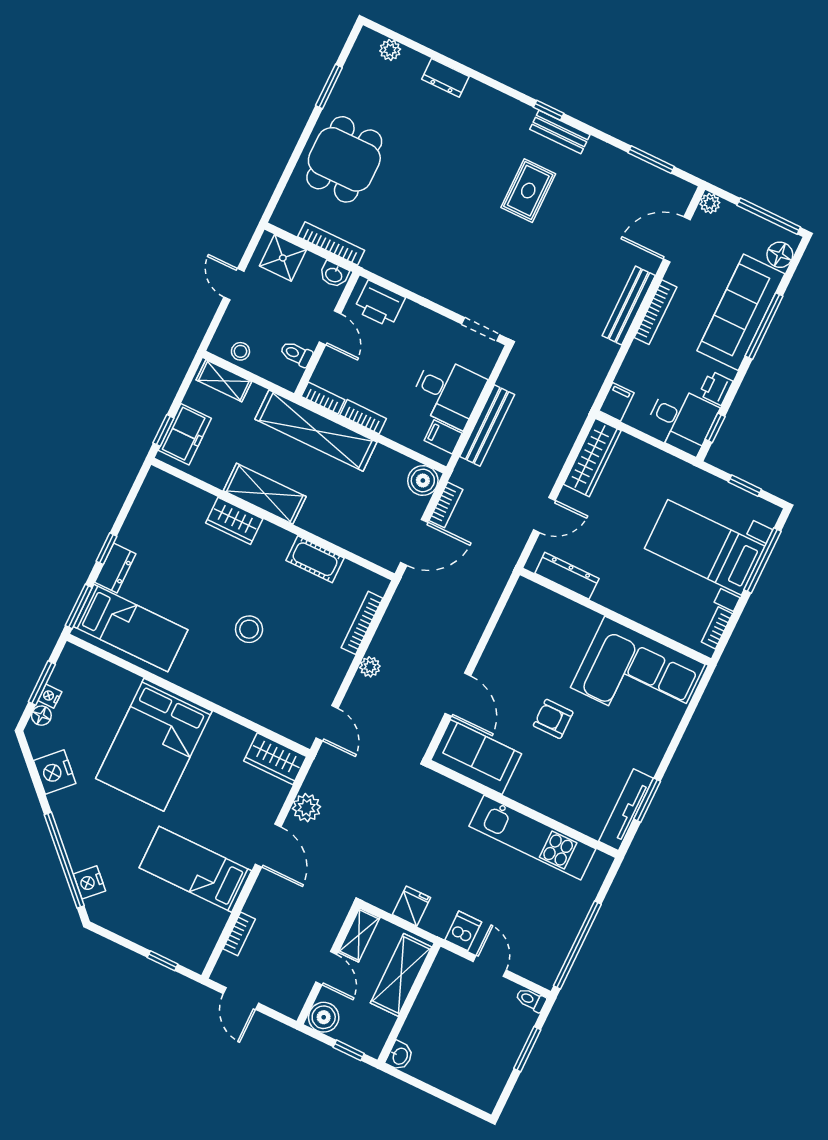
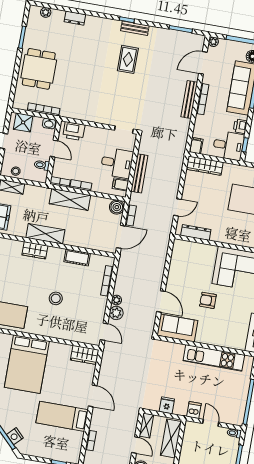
shelving: (316, 431) -> (70, 200), width x0.68
wardrobe: (592, 457) -> (205, 166), moved, turned 90
plant: (307, 808) -> (116, 313), moved

